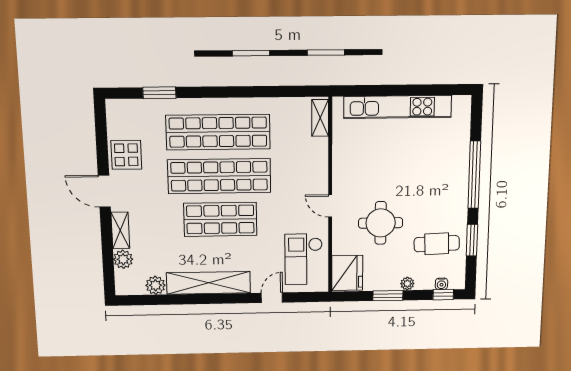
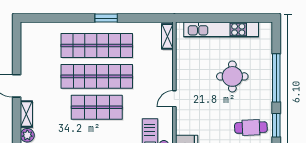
window: (159, 93) -> (106, 18), moved
display table: (126, 155) -> (33, 60), removed
door: (330, 206) -> (174, 99), hinge flipped
round table: (381, 223) -> (232, 76), moved

